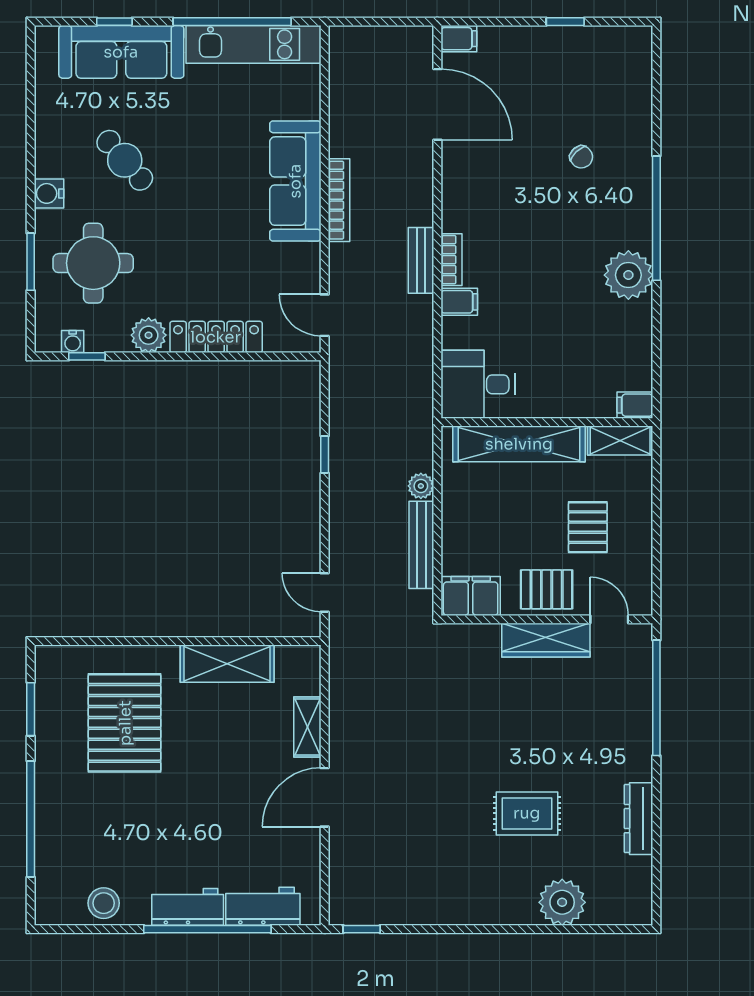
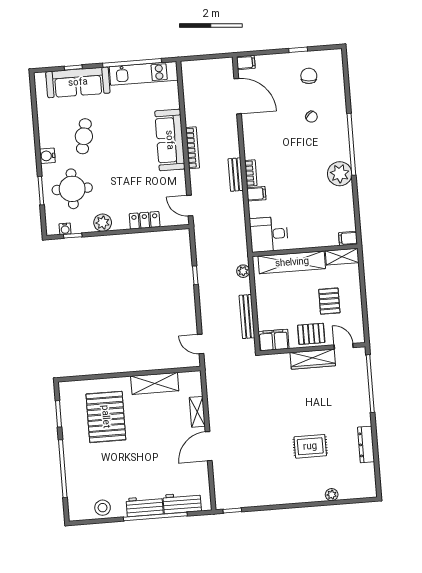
chair: (582, 75) -> (309, 76), added
cafe table: (125, 160) -> (84, 136), turned 52
locker: (216, 337) -> (145, 220), width x0.66
plant: (421, 486) -> (243, 271), moved
plant: (562, 902) -> (332, 495), width x0.53, depth x0.53

